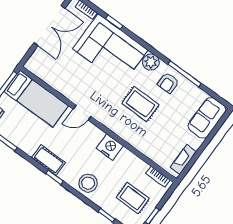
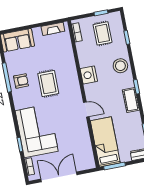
plant: (151, 62) -> (20, 102), removed

